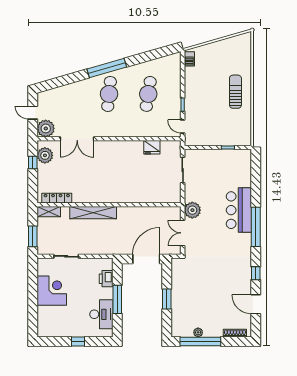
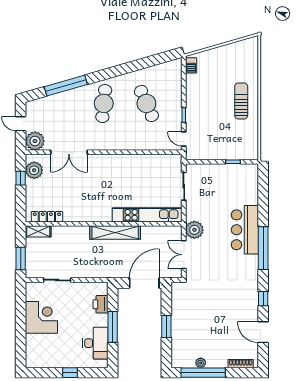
window: (107, 68) -> (66, 86), moved
cafe table: (148, 94) -> (146, 103), turned -33
fridge: (152, 147) -> (150, 161), removed
kitchen unit: (149, 196) -> (147, 215), added
shelving: (93, 213) -> (115, 233), moved

